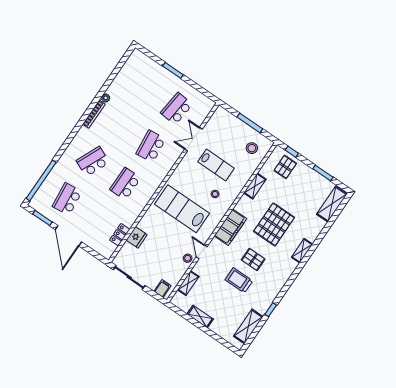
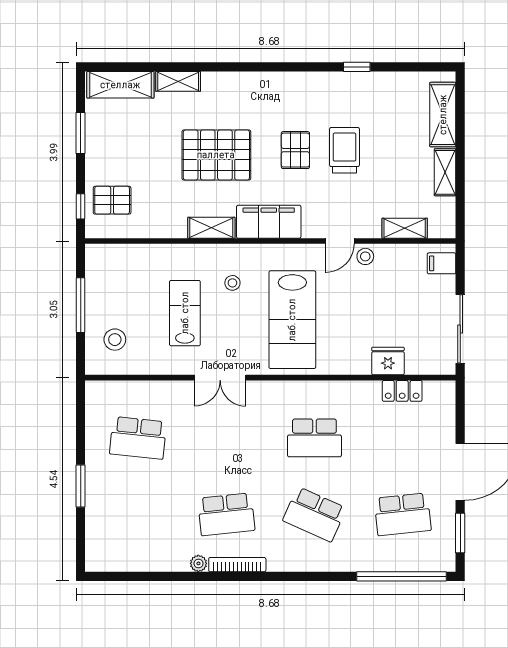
double door: (193, 139) -> (220, 378), moved
school desk: (151, 146) -> (226, 514), moved
stool: (252, 148) -> (115, 340), moved
shelving: (255, 186) -> (211, 228), moved
shelving: (302, 251) -> (178, 81), moved
trolley: (239, 280) -> (344, 150), turned 180
shelving: (248, 326) -> (443, 115), moved, turned 90

